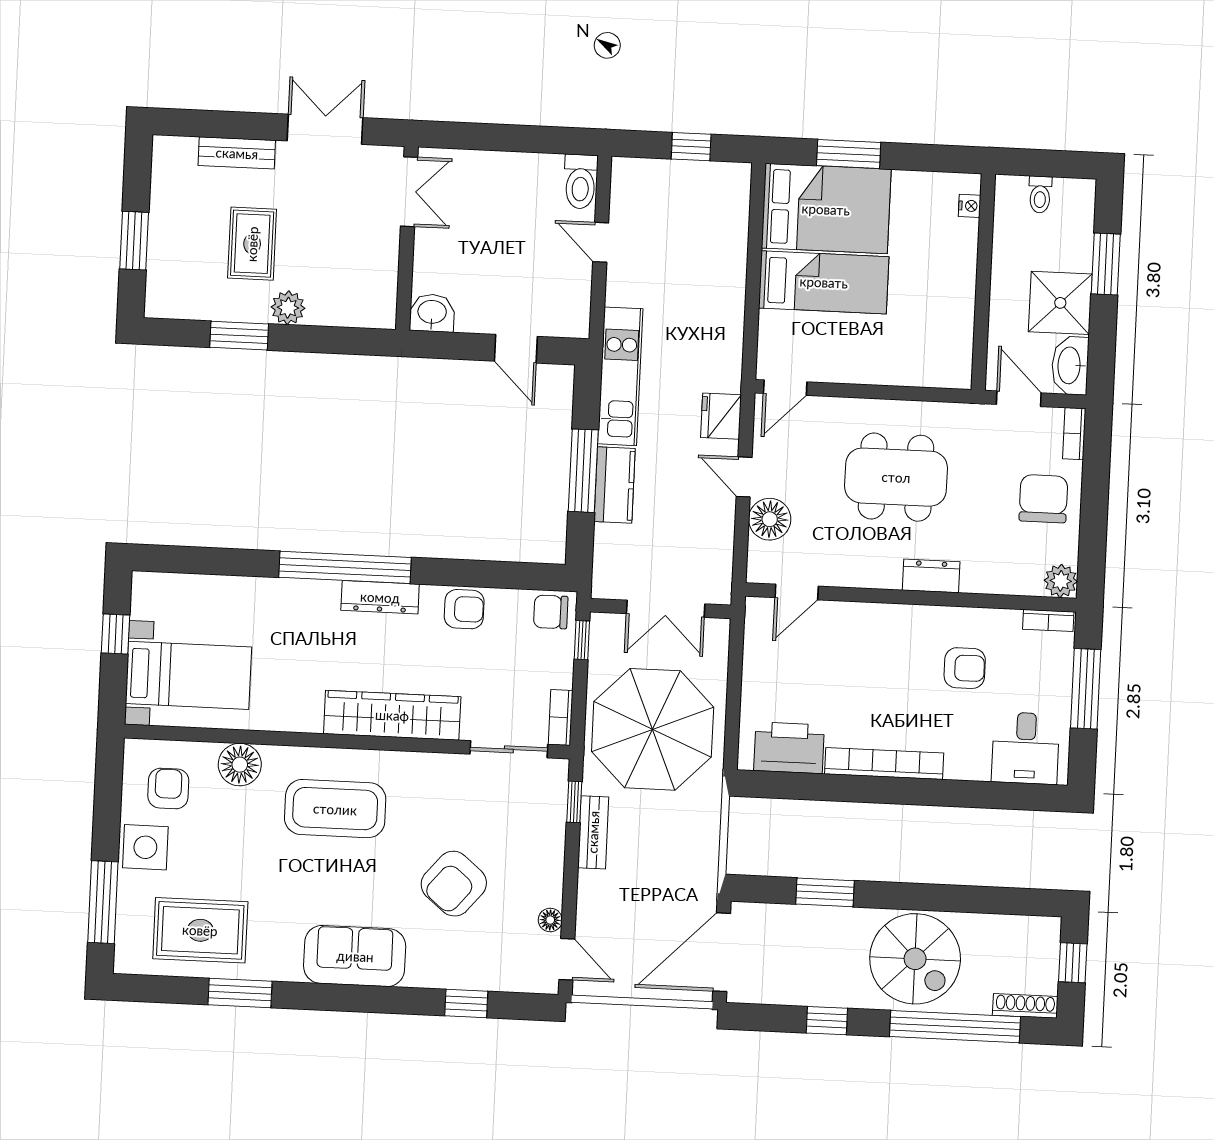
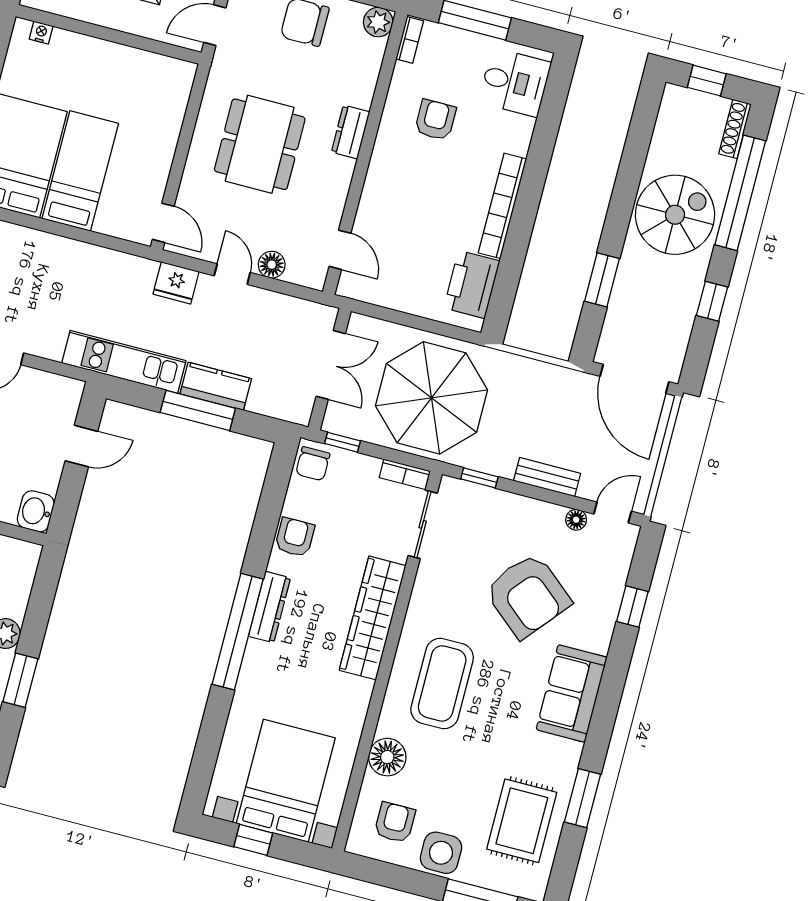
door: (744, 477) -> (232, 274), swing flipped
floor lamp: (770, 519) -> (272, 265), width x0.73, depth x0.73
bed with nightstands: (189, 675) -> (286, 781), width x1.36
armchair: (168, 788) -> (395, 822), turned 90
bench: (593, 832) -> (547, 477), moved
armchair: (454, 884) -> (528, 596), width x1.36, depth x1.36

